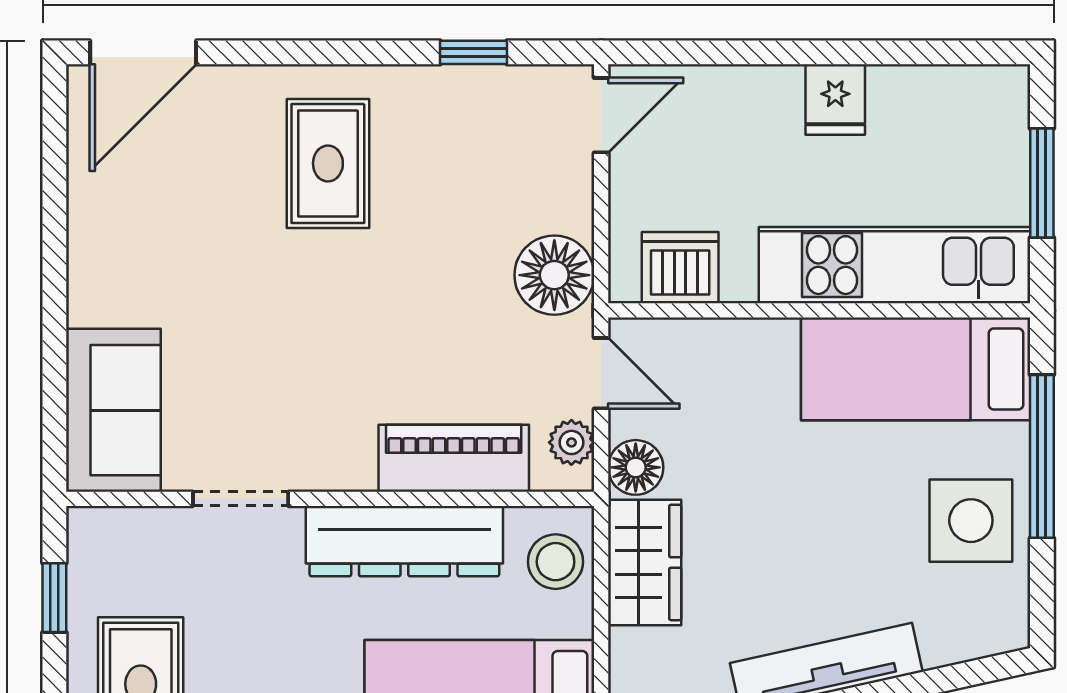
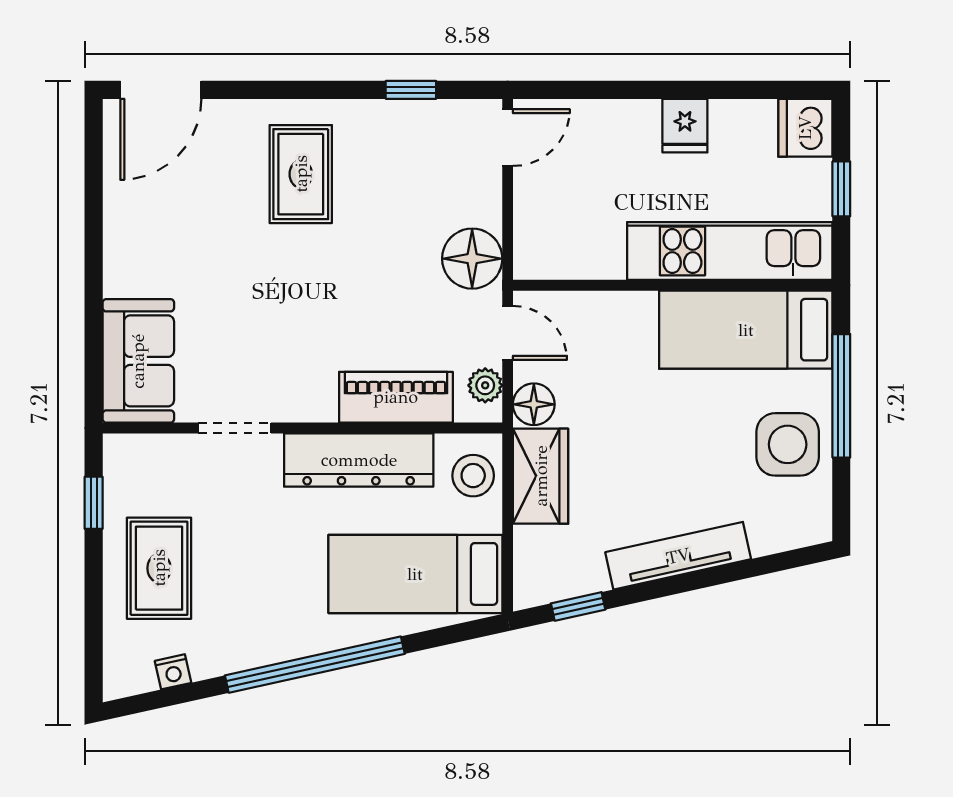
window: (1042, 183) -> (841, 189), width x0.67
dishwasher: (680, 268) -> (805, 128), moved, turned -90

